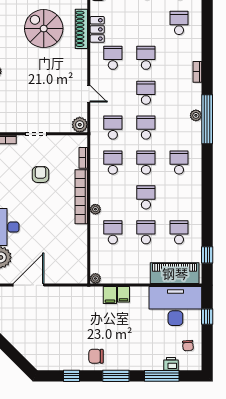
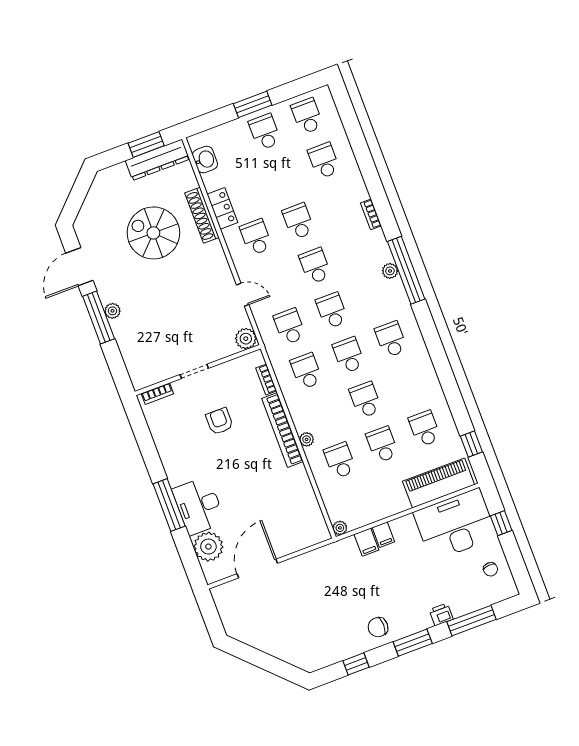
printer: (171, 364) -> (441, 614), moved

